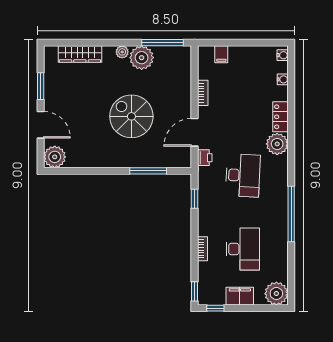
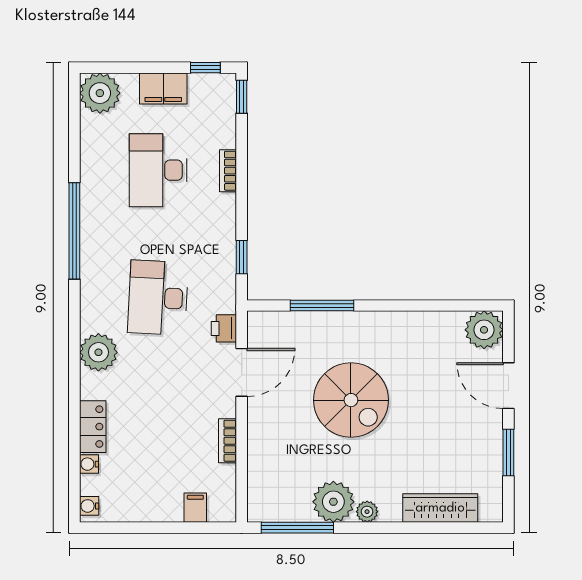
locker: (280, 117) -> (93, 427), moved

